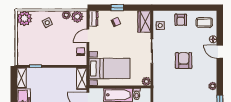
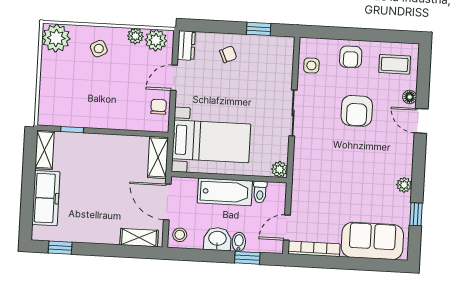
window: (117, 8) -> (259, 29), moved
wardrobe: (144, 22) -> (282, 56), removed
armchair: (184, 61) -> (357, 111), moved, turned 180

